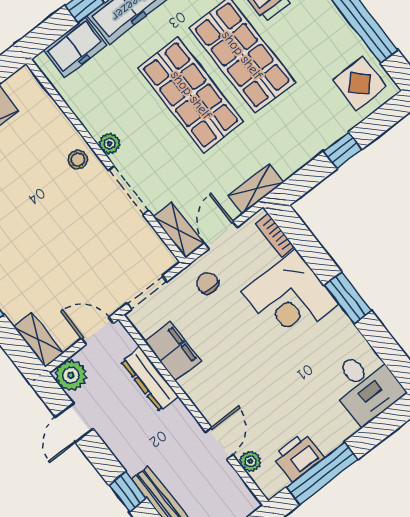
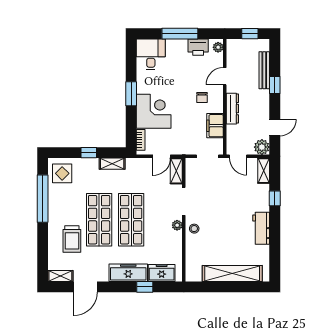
shelving: (256, 189) -> (112, 164), moved
chair: (208, 283) -> (202, 98), moved
dresser: (150, 379) -> (232, 109), moved
plant: (250, 461) -> (218, 47), moved
window: (322, 473) -> (180, 34), moved

